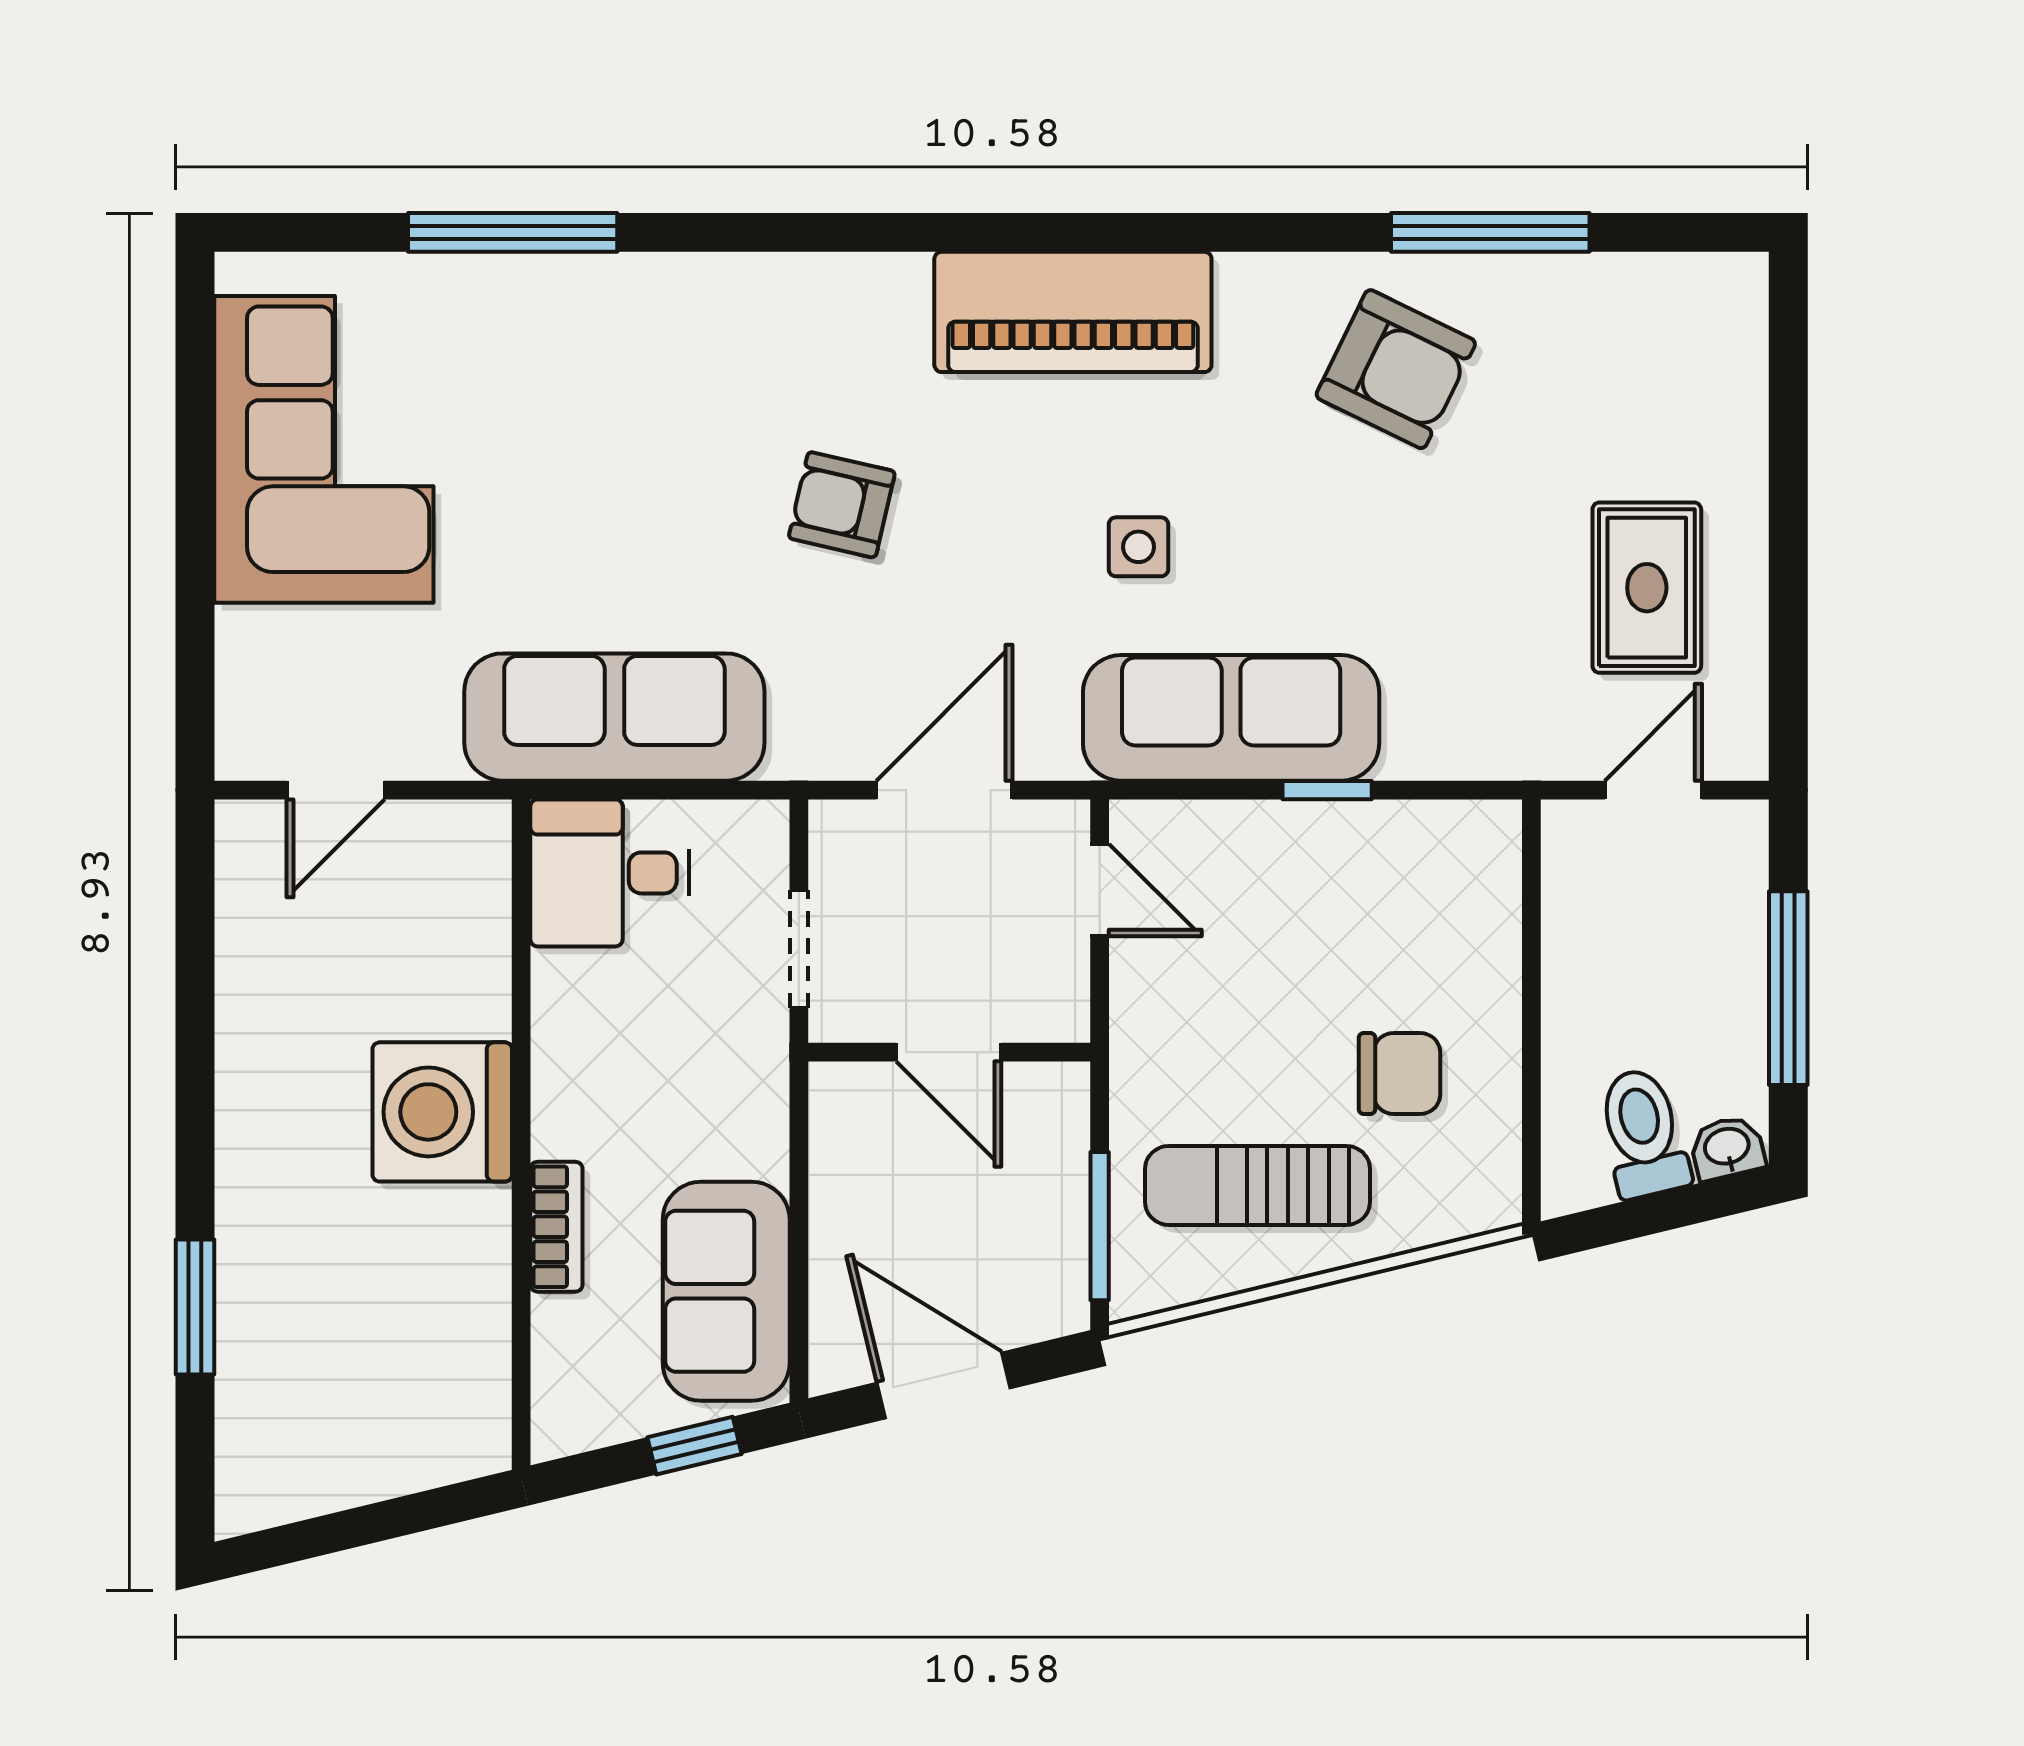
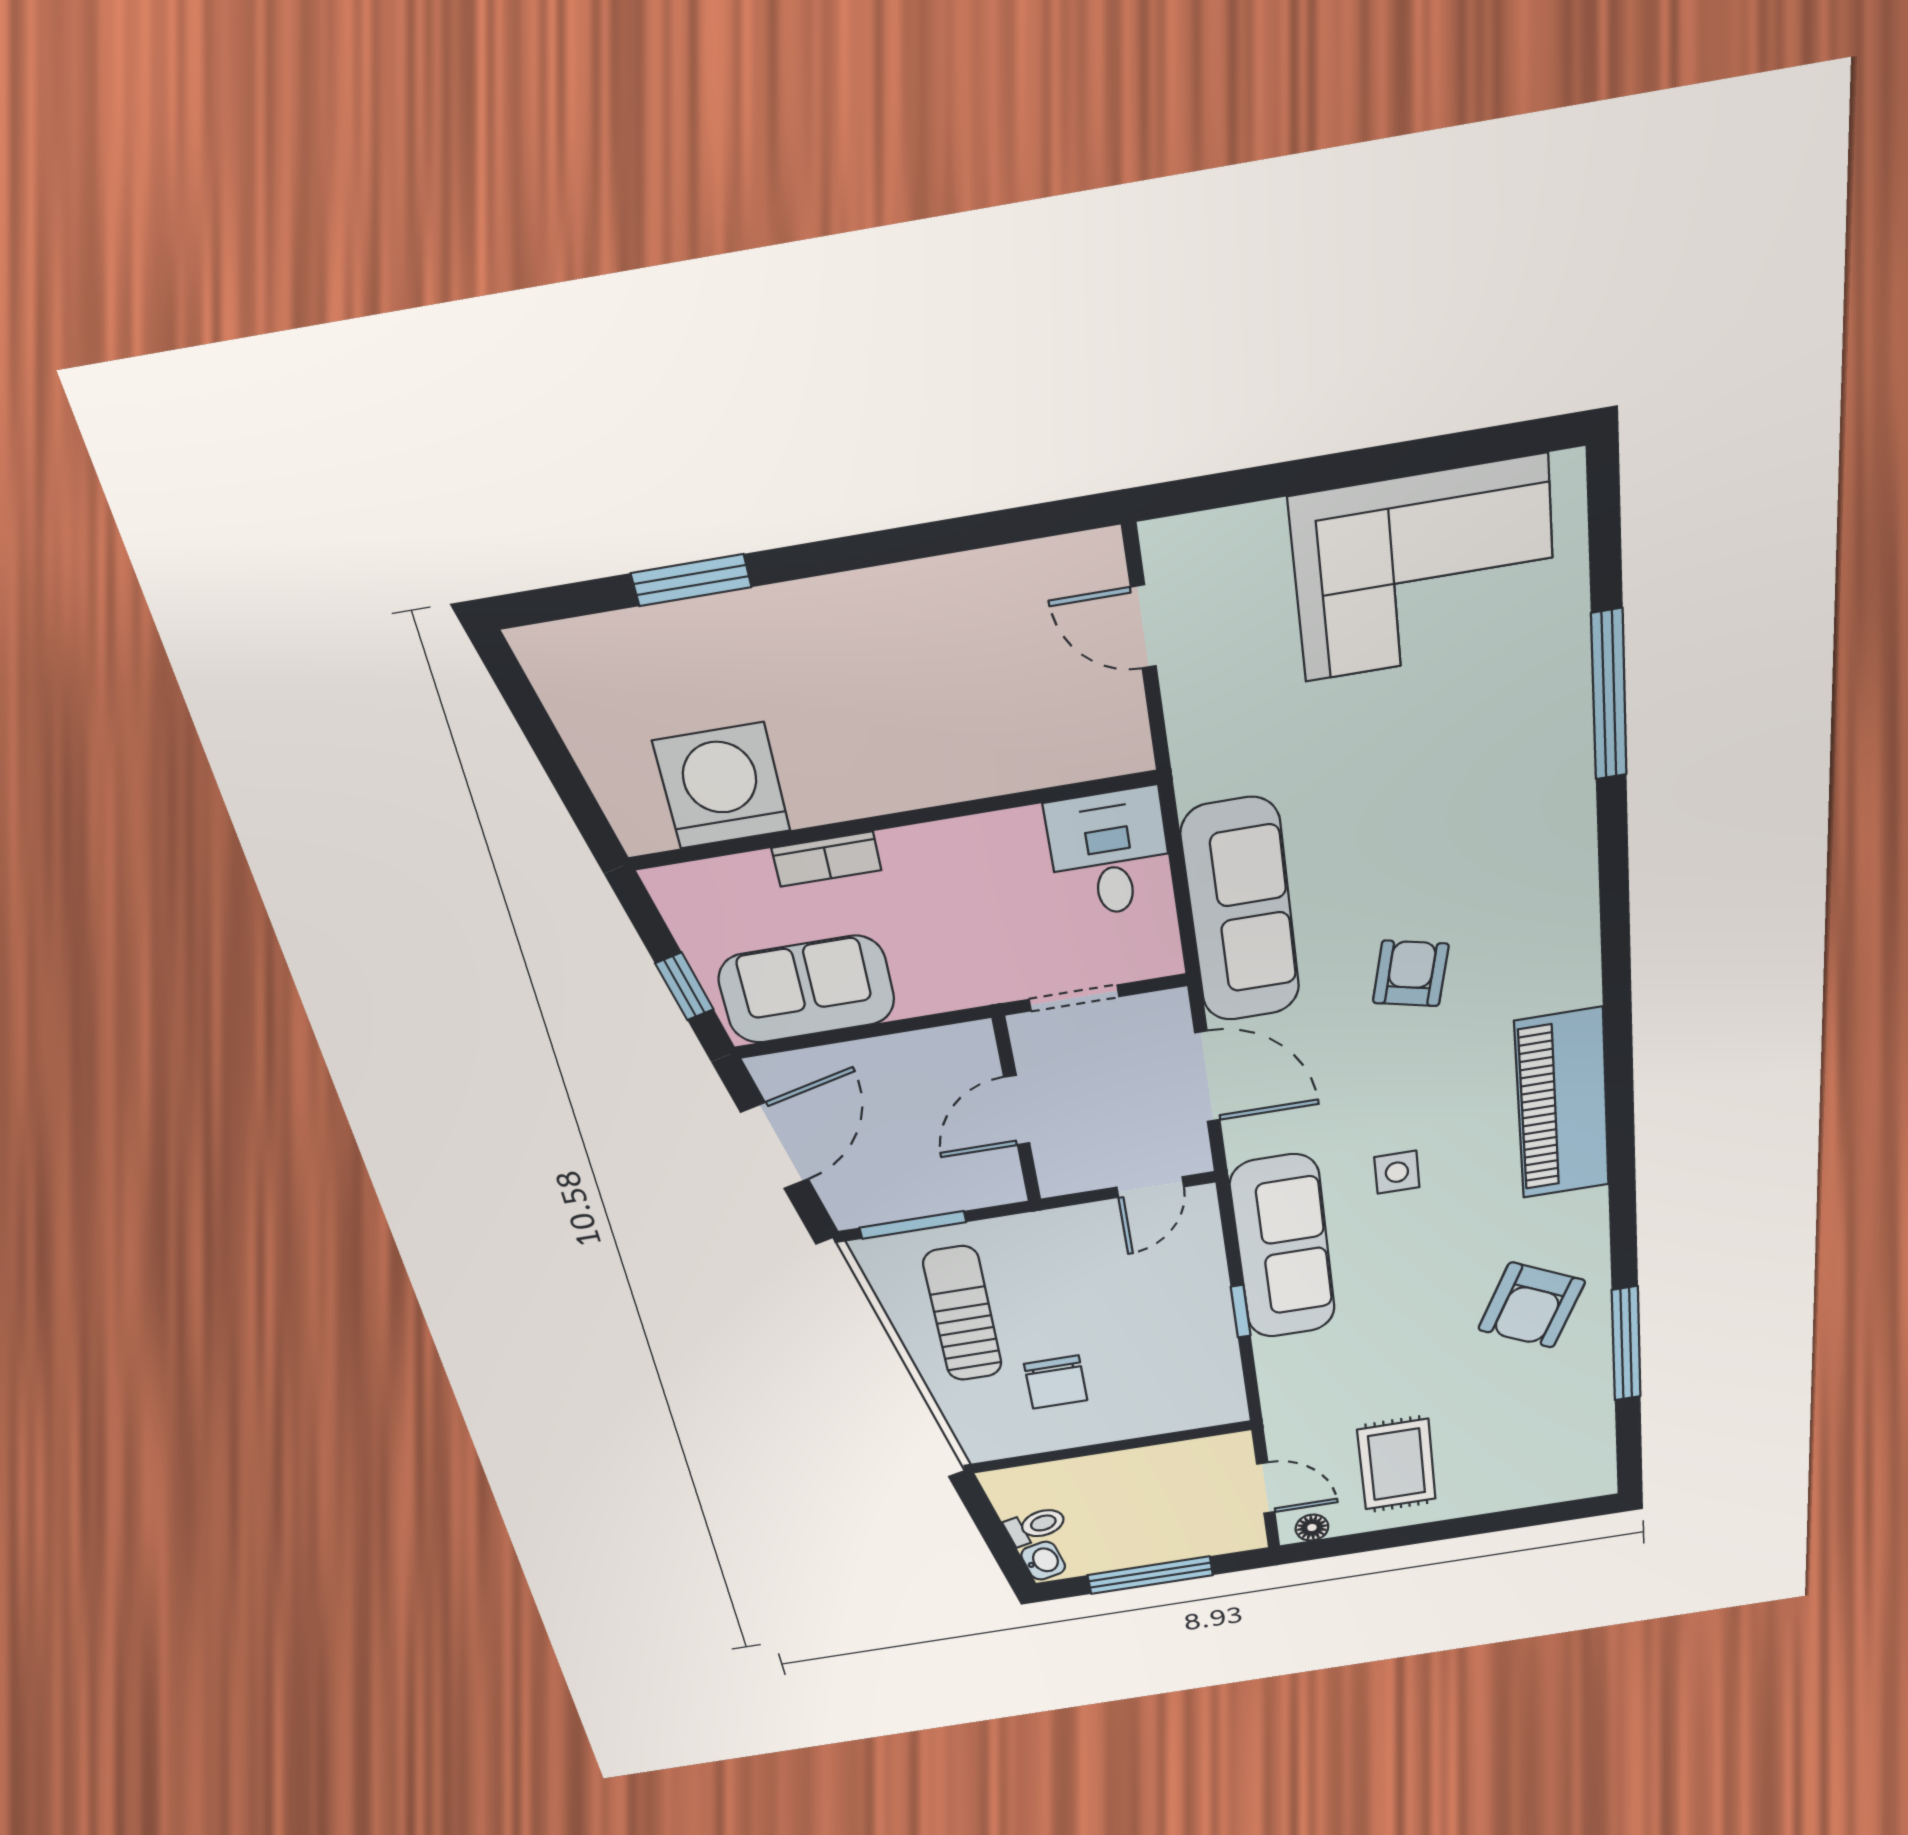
rug: (1647, 588) -> (1397, 1464), turned 90
sofa: (614, 717) -> (1241, 911), moved
floor lamp: (1744, 728) -> (1312, 1528), added
washing machine: (442, 1112) -> (722, 786), moved
toilet: (1643, 1133) -> (1036, 1526), width x0.73, depth x0.72

